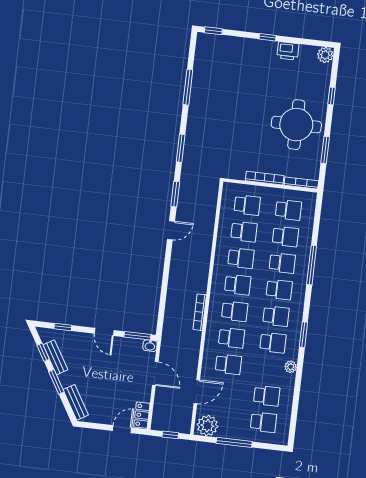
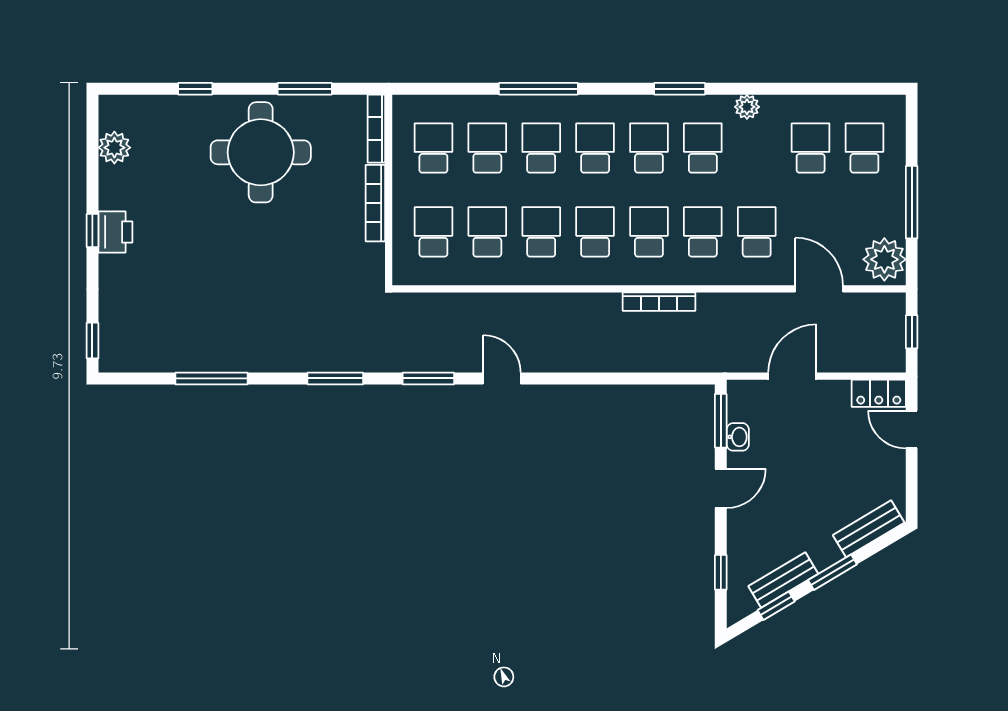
printer: (288, 51) -> (115, 232), moved
plant: (325, 55) -> (114, 148), moved
washbasin: (150, 346) -> (738, 437), moved

